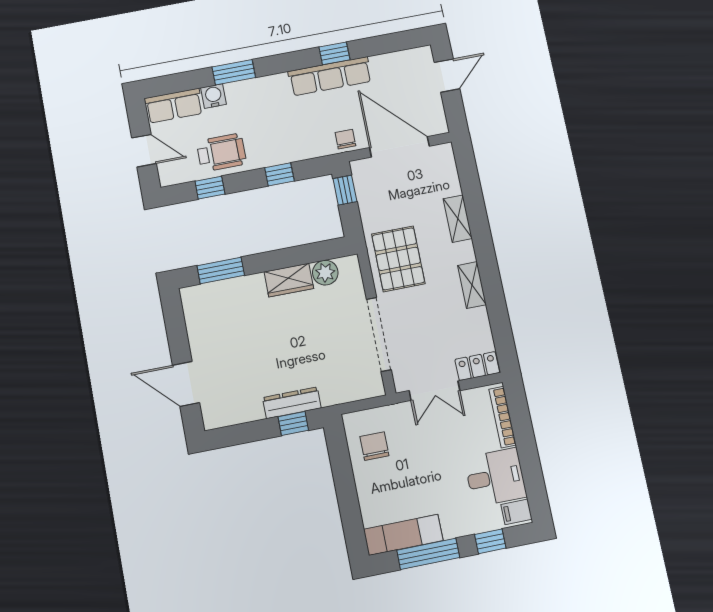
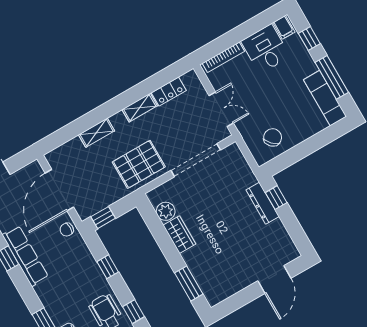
locker: (477, 366) -> (169, 92), moved, turned -90
chair: (374, 446) -> (273, 137), turned 136

